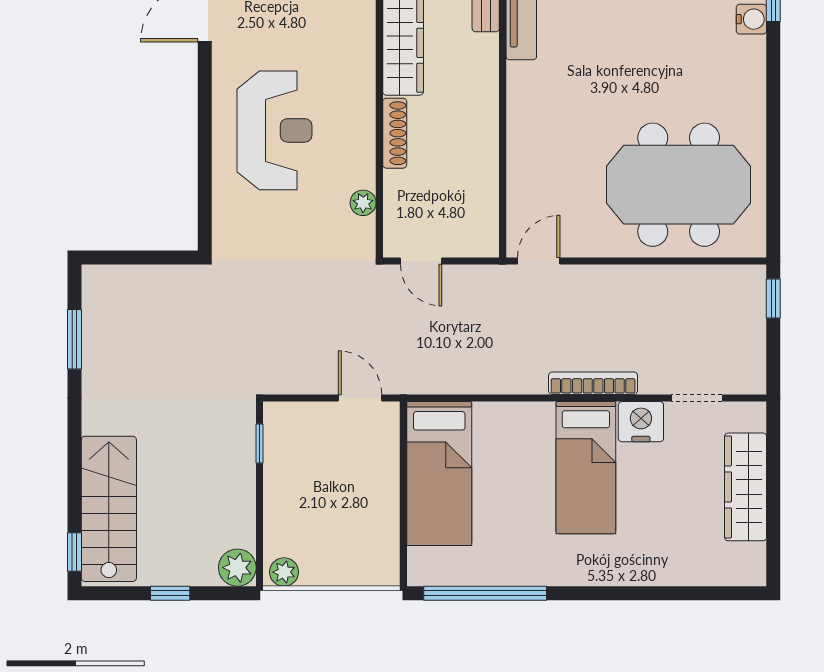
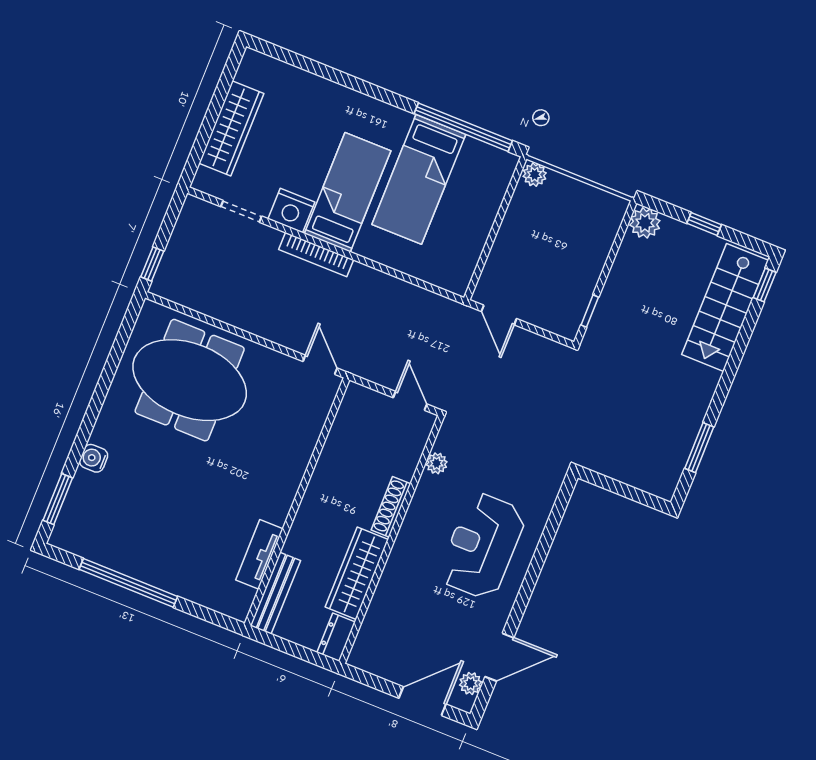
water cooler: (751, 19) -> (94, 458), moved
door: (539, 261) -> (320, 365), swing flipped
bed: (439, 473) -> (419, 179), moved, turned 180
plant: (284, 572) -> (535, 175), moved

